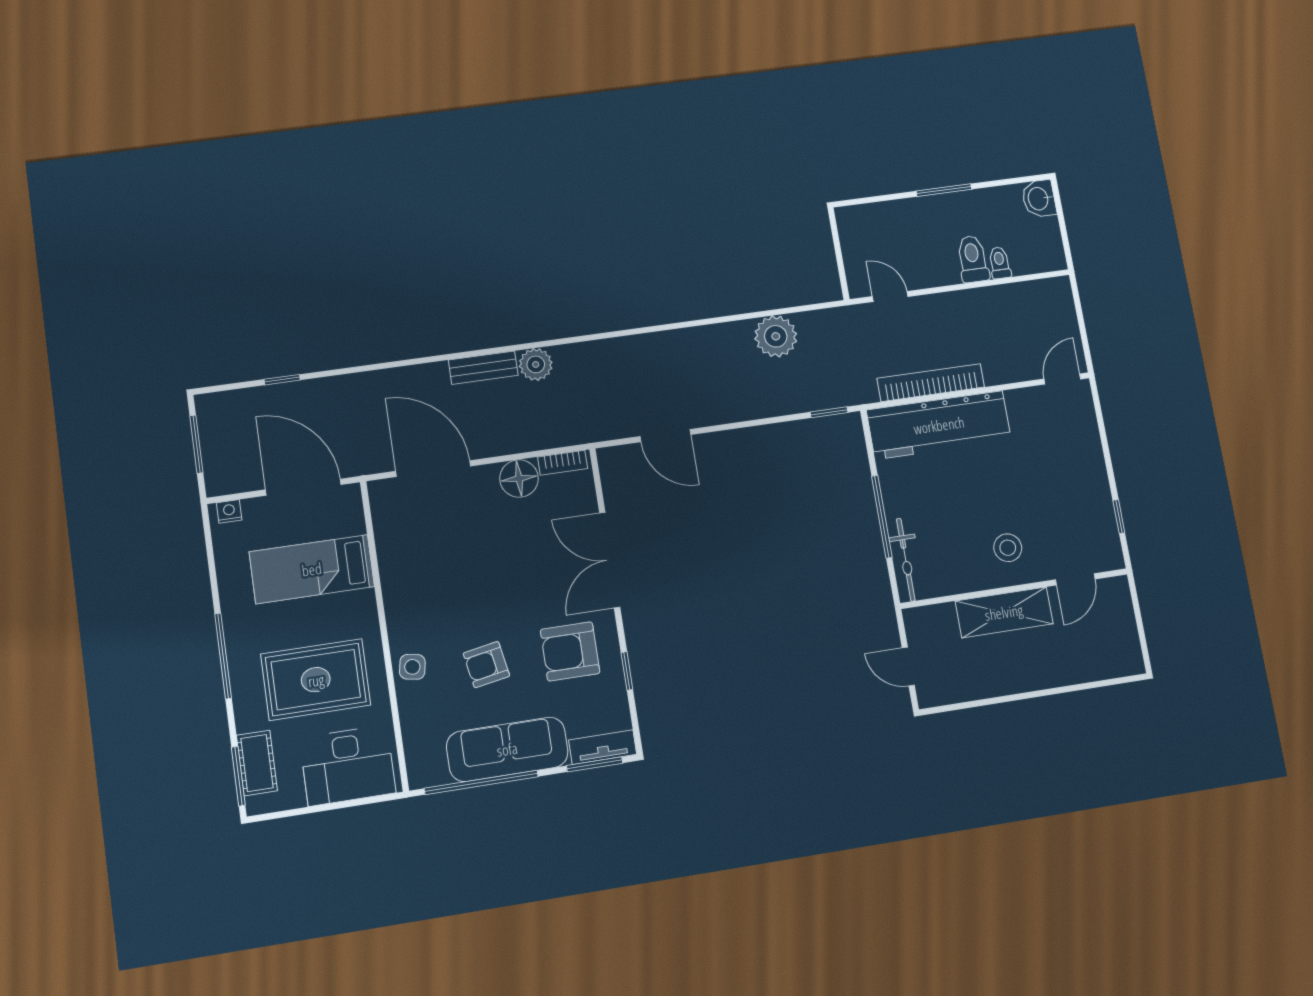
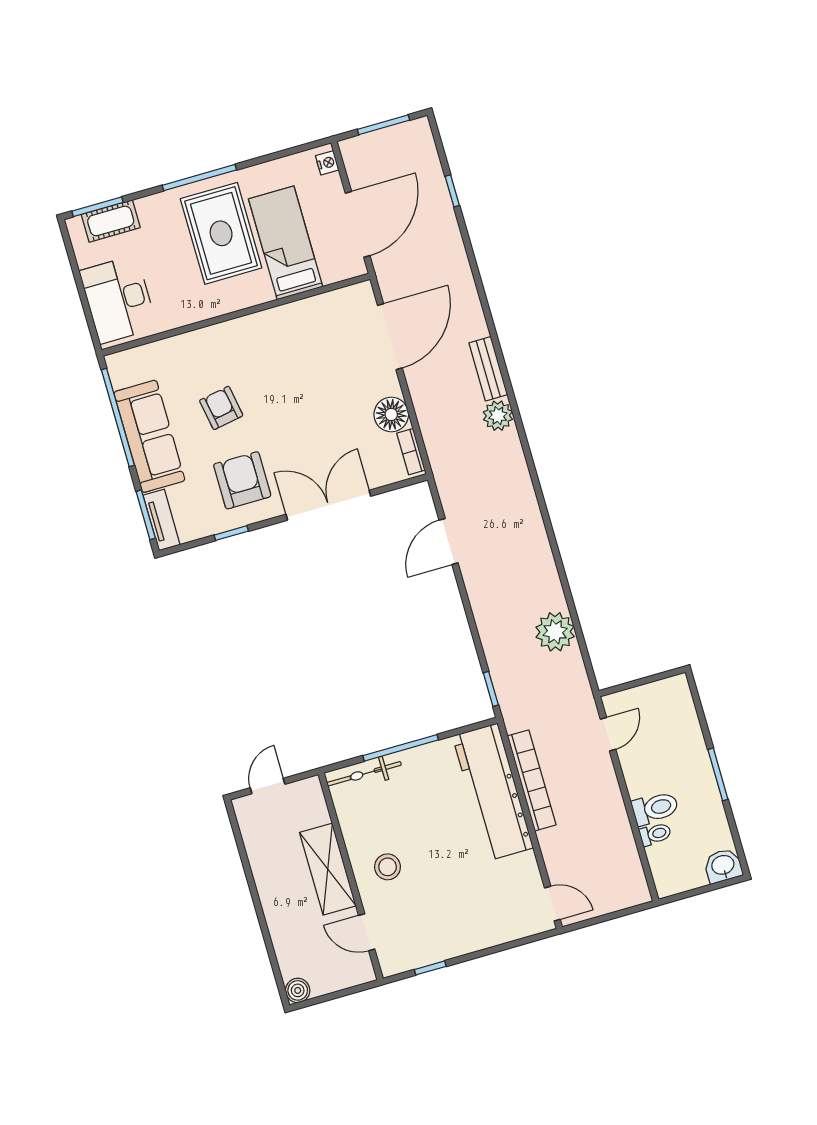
boiler: (1131, 662) -> (298, 990), added
side table: (412, 667) -> (211, 343), removed
rug: (316, 680) -> (221, 233), moved

